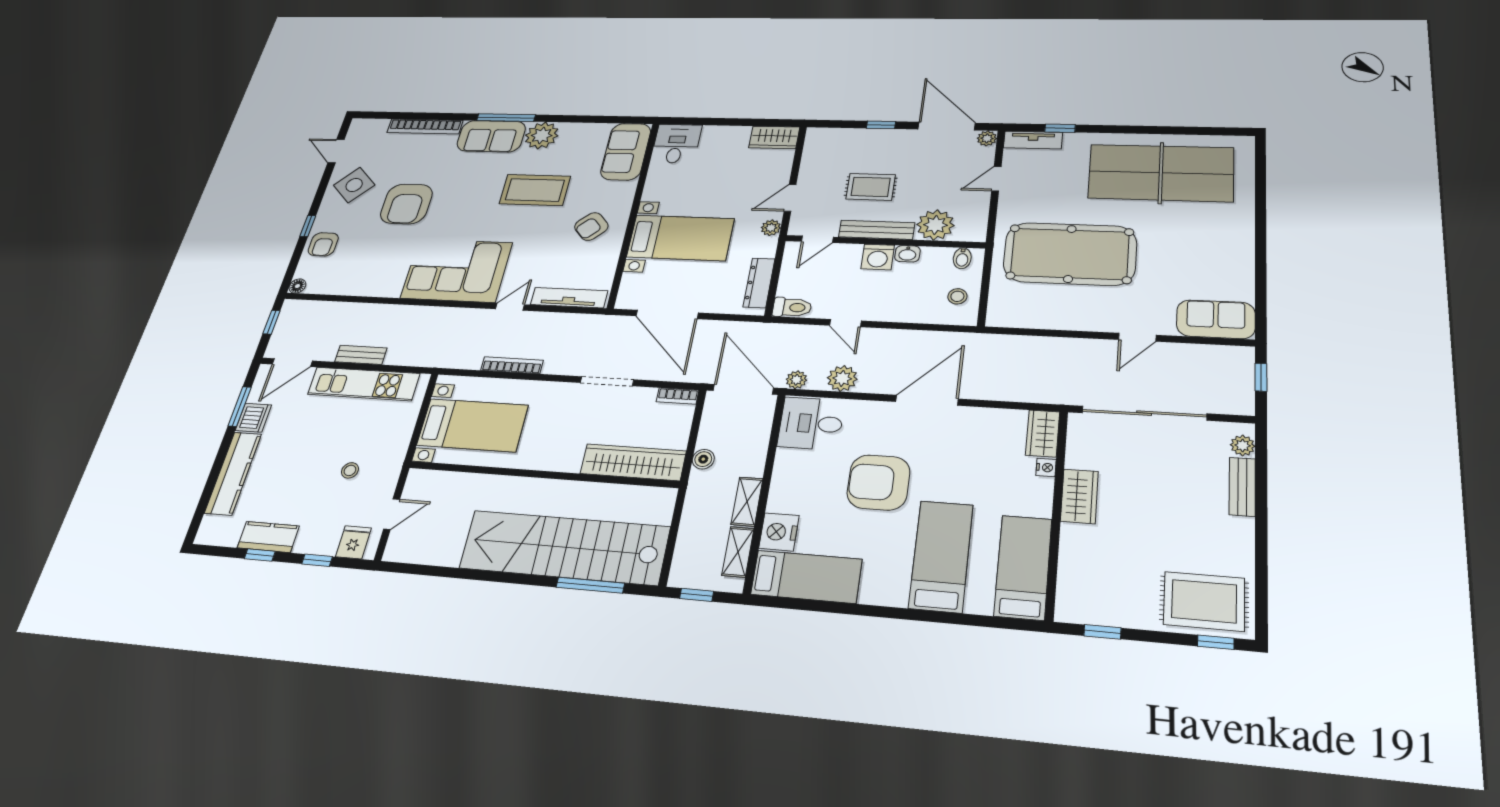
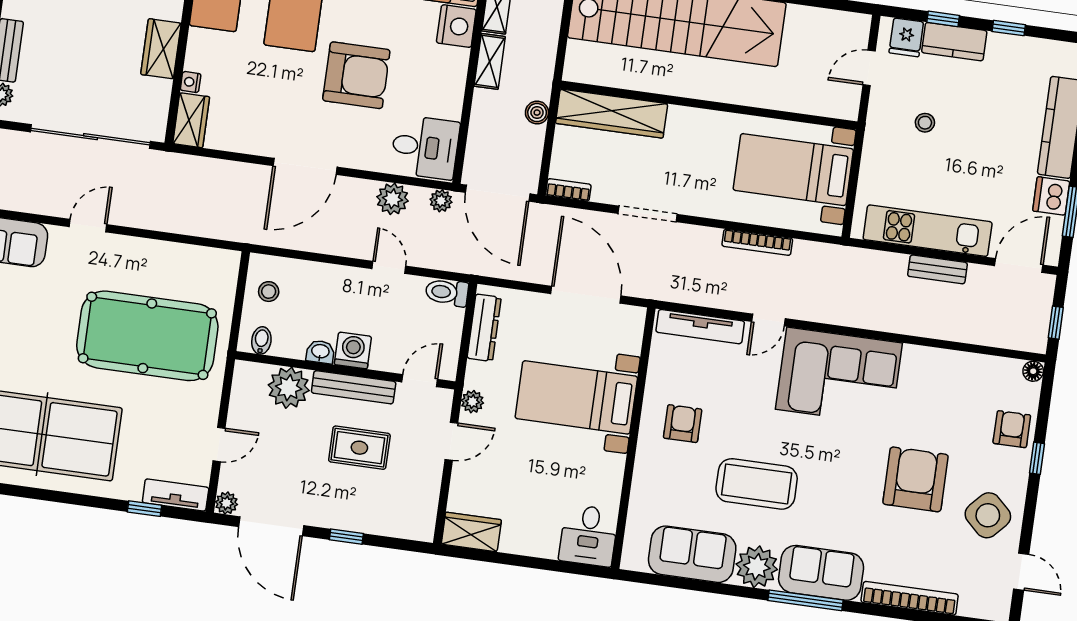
sofa: (626, 152) -> (692, 554), moved, turned -90
armchair: (591, 226) -> (683, 424), turned -47
kitchen counter: (268, 537) -> (954, 42), moved

